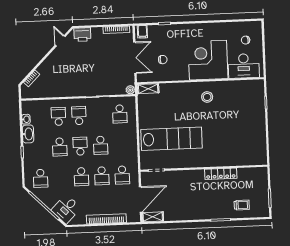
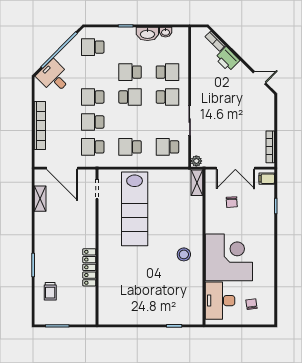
printer: (82, 35) -> (227, 59), moved, turned -45
school desk: (101, 145) -> (130, 147), moved
shelving: (153, 217) -> (40, 199), moved

